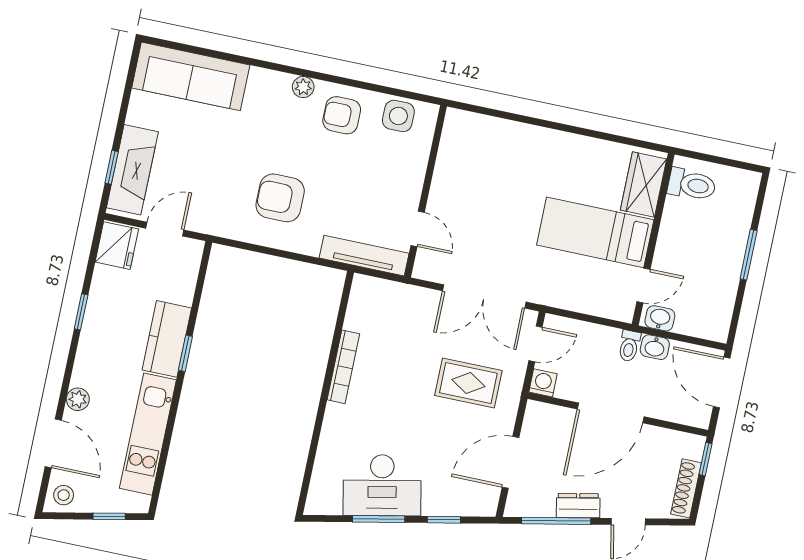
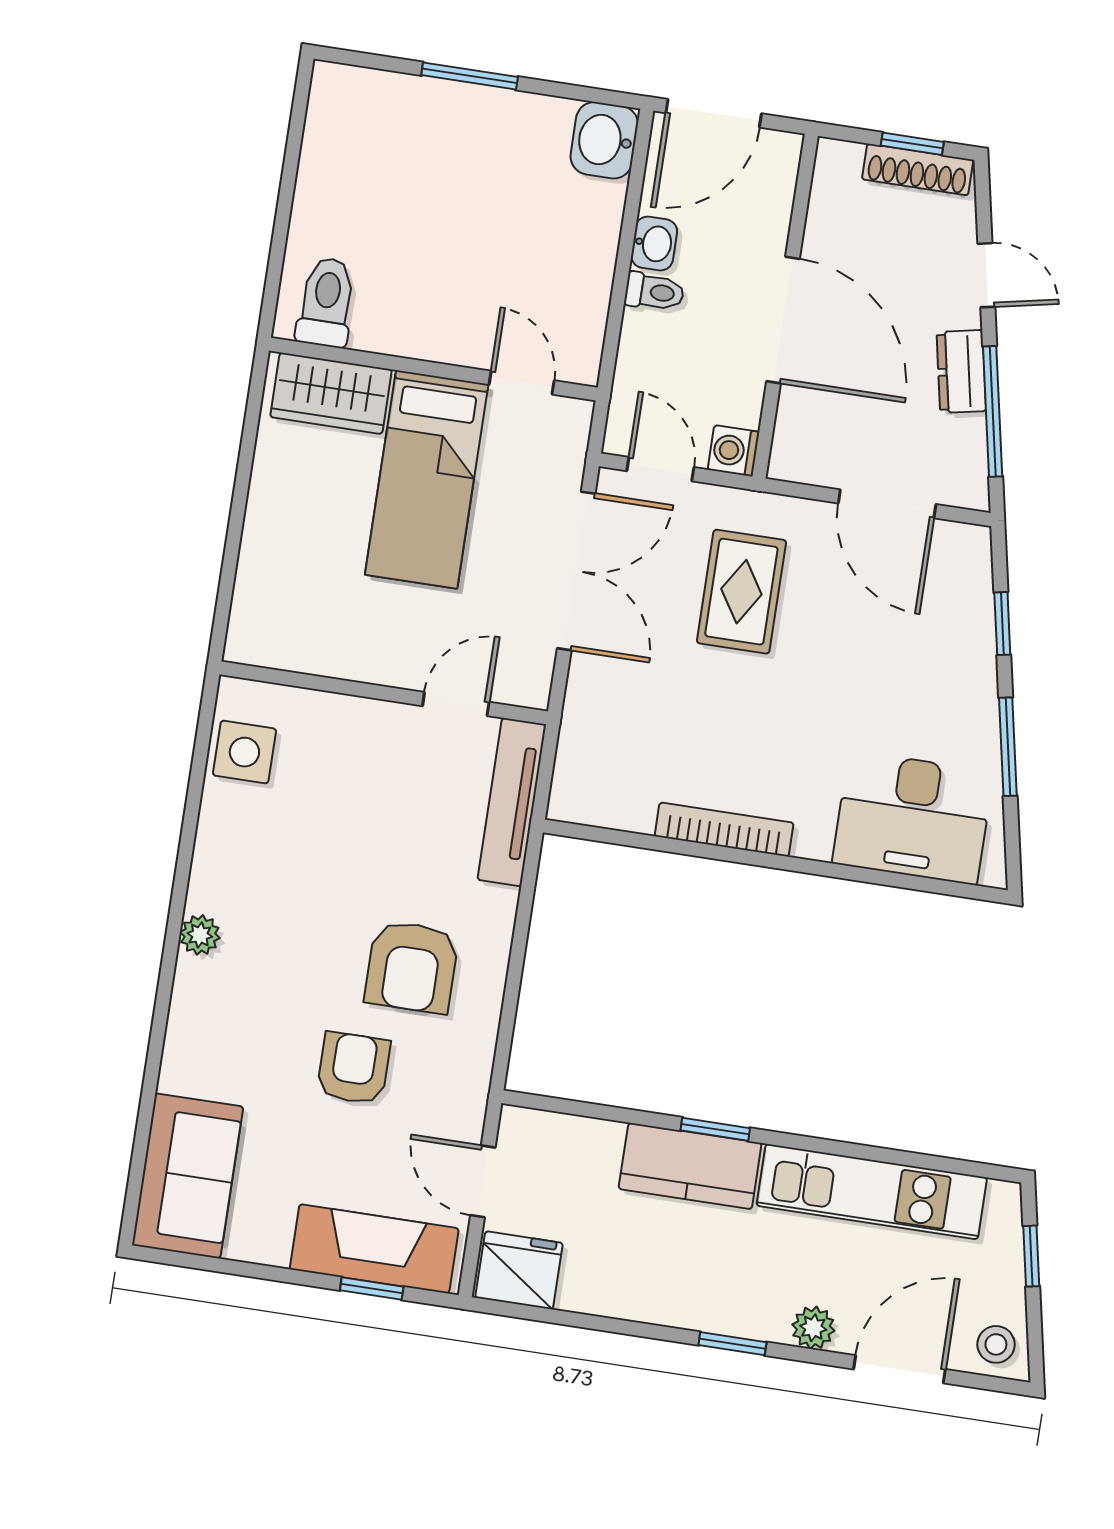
sofa: (191, 76) -> (188, 1176), width x0.73
armchair: (342, 115) -> (353, 1068), moved, turned 180
wardrobe: (644, 184) -> (331, 393), moved
toilet: (692, 185) -> (326, 302), moved
bed: (595, 232) -> (427, 479), moved
wall: (653, 239) -> (433, 369), moved
door: (644, 285) -> (522, 383), moved
window: (81, 312) -> (732, 1344), moved
washbasin: (660, 318) -> (604, 140), moved, width x1.38, depth x1.45
window: (706, 459) -> (912, 144), moved
desk: (382, 485) -> (913, 818), moved, turned 101

